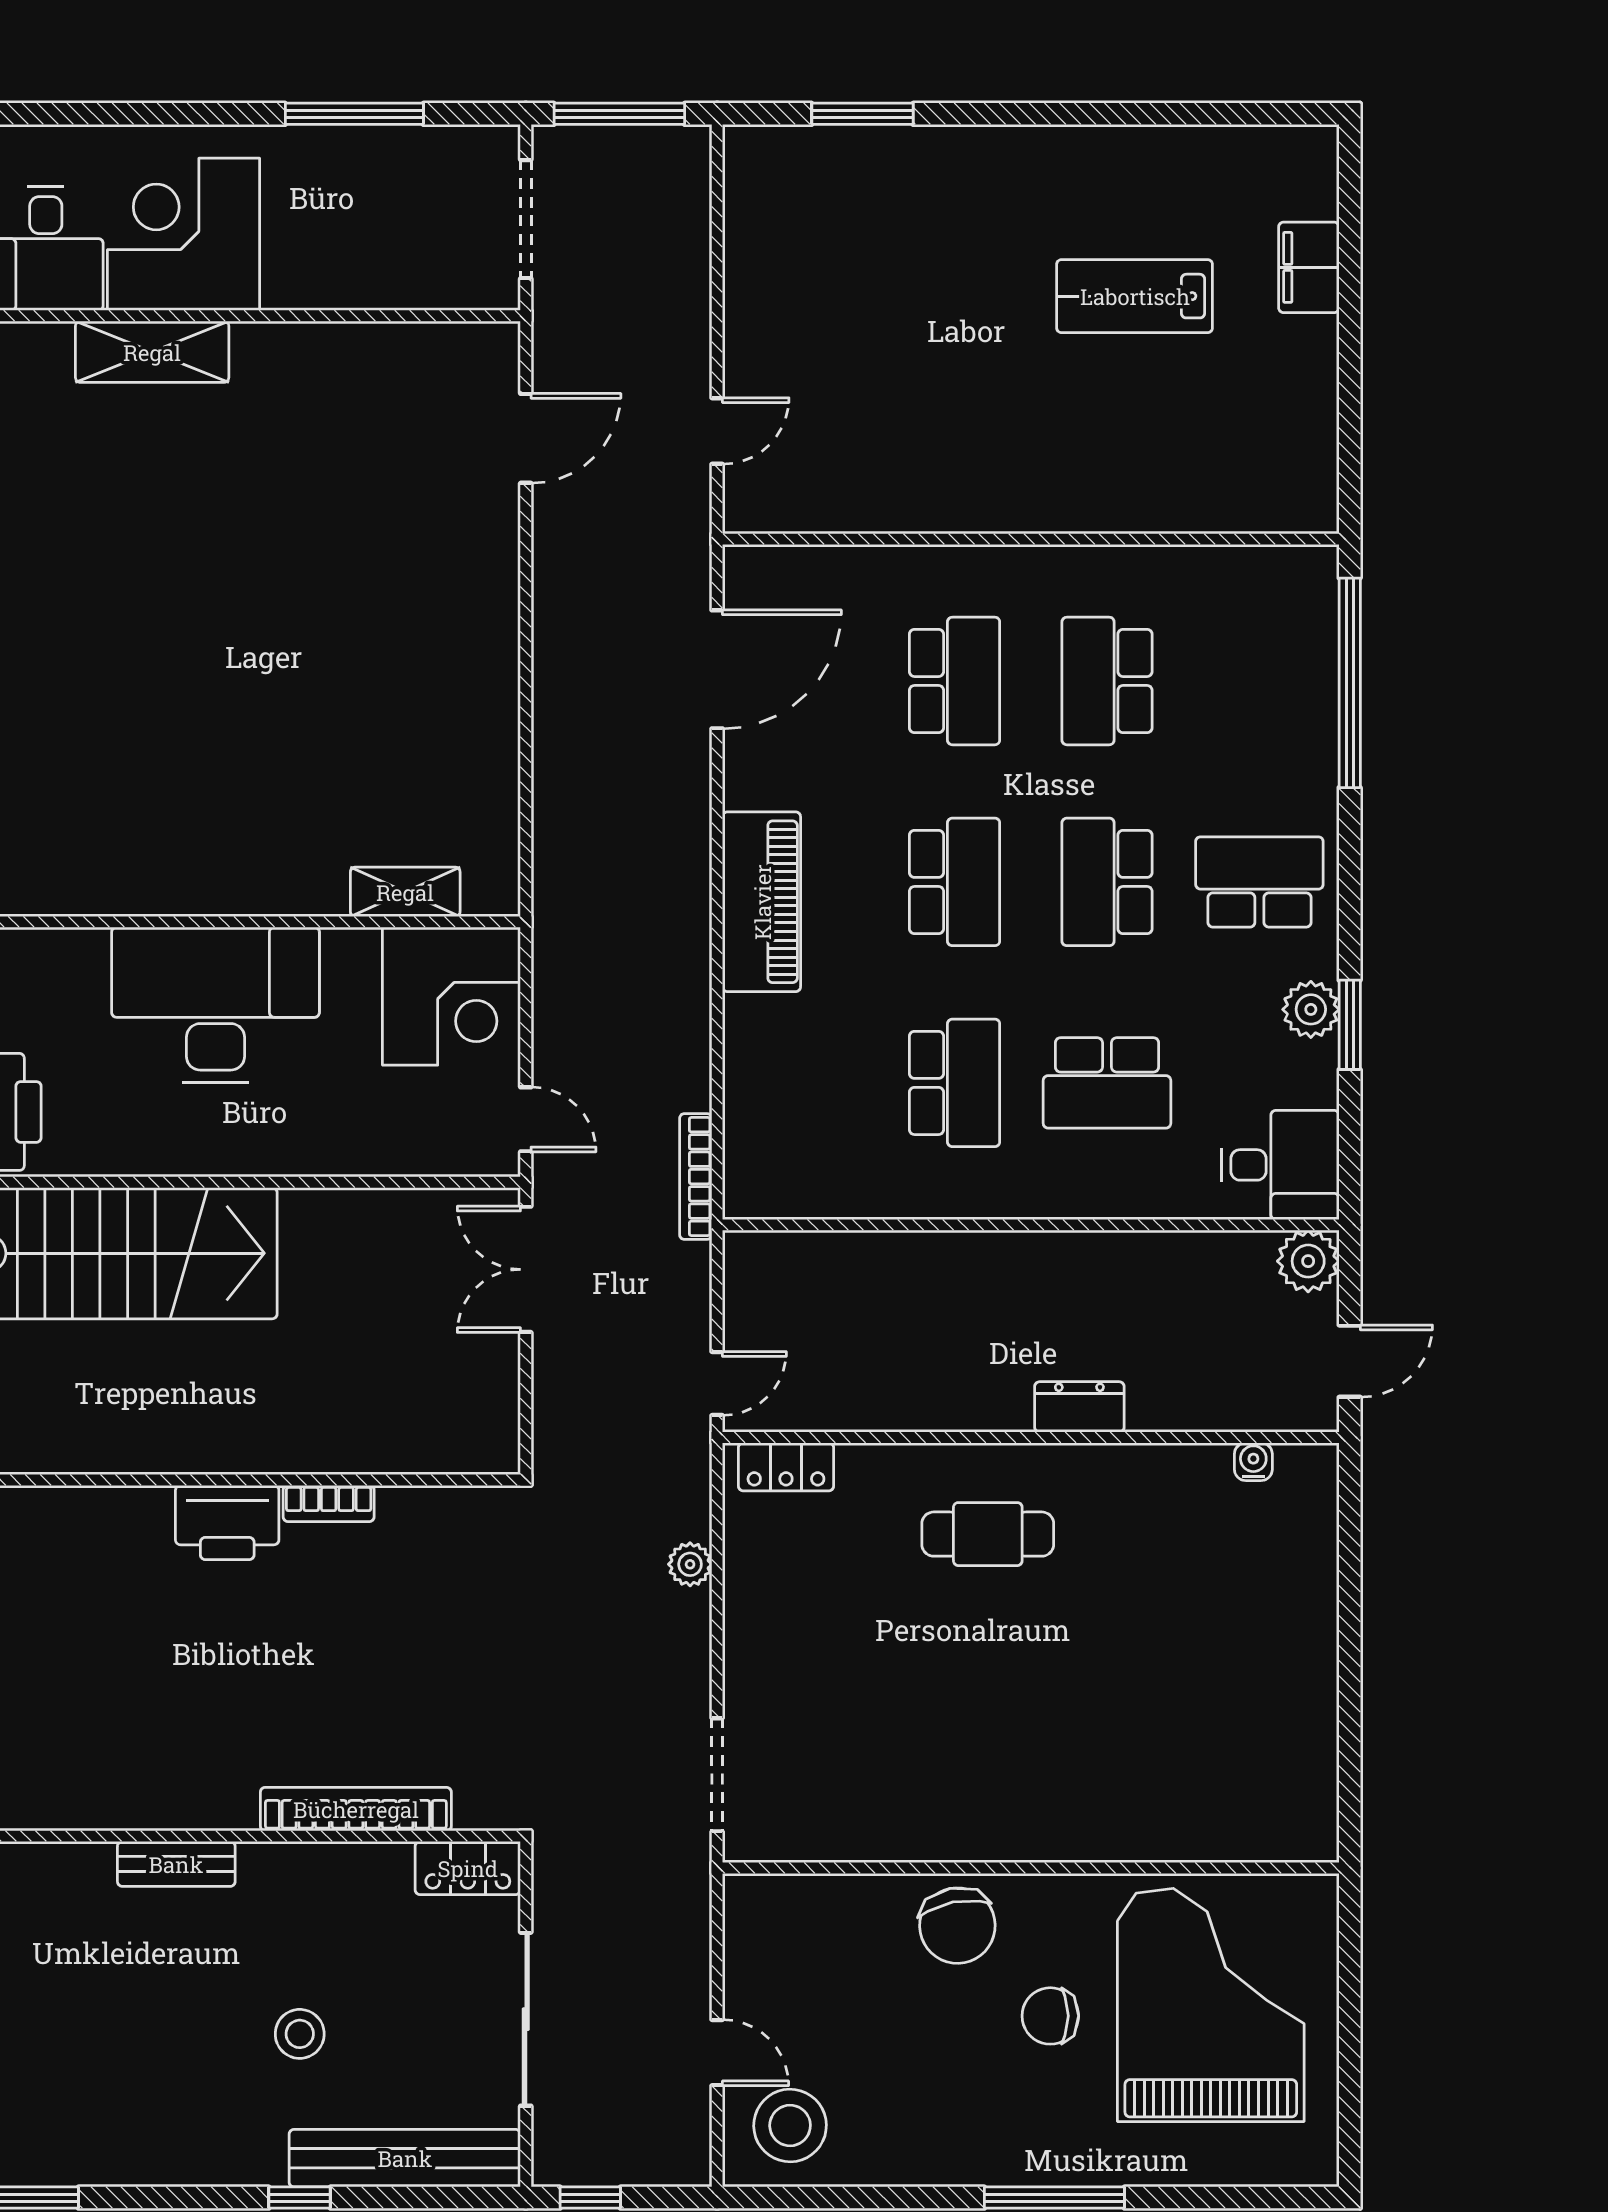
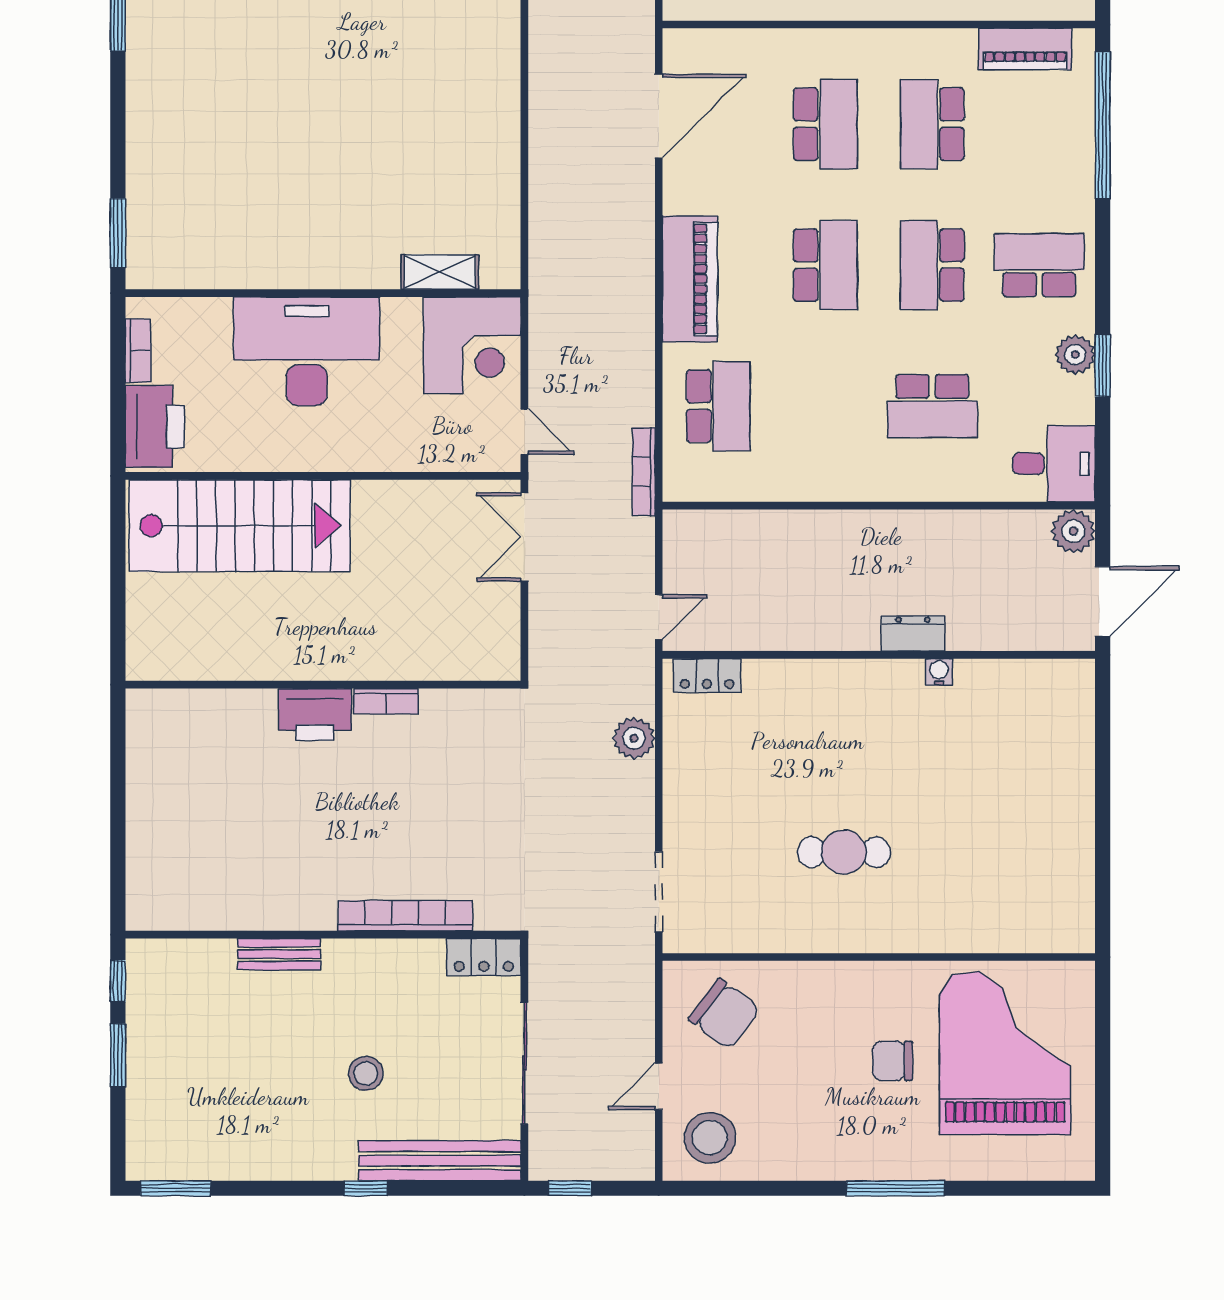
piano: (1239, 574) -> (1025, 49), added
school desk: (955, 1083) -> (718, 406), moved
door: (1350, 1361) -> (1103, 601), width x1.38
water cooler: (1253, 1462) -> (939, 672), moved
cafe table: (988, 1534) -> (844, 852), moved
plant: (690, 1564) -> (634, 738), width x1.38, depth x1.38
chair: (957, 1926) -> (724, 1014), moved, turned -42
door: (717, 2053) -> (659, 1087), swing flipped

